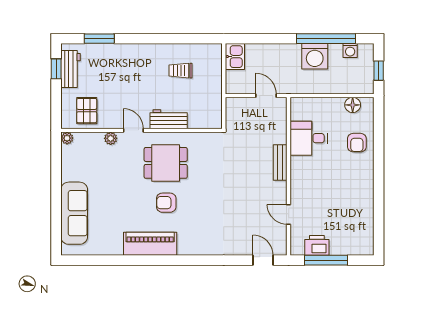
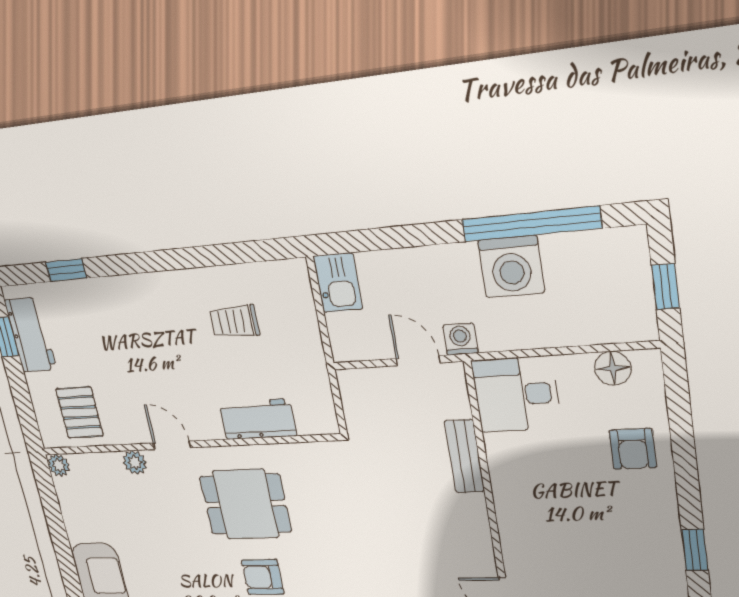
window: (99, 39) -> (66, 270), width x0.67
washing machine: (350, 50) -> (460, 339), moved, turned 180
workbench: (169, 119) -> (258, 419), moved
desk: (309, 138) -> (516, 394), moved
bench: (280, 163) -> (464, 456), moved
window: (379, 192) -> (695, 550), added

